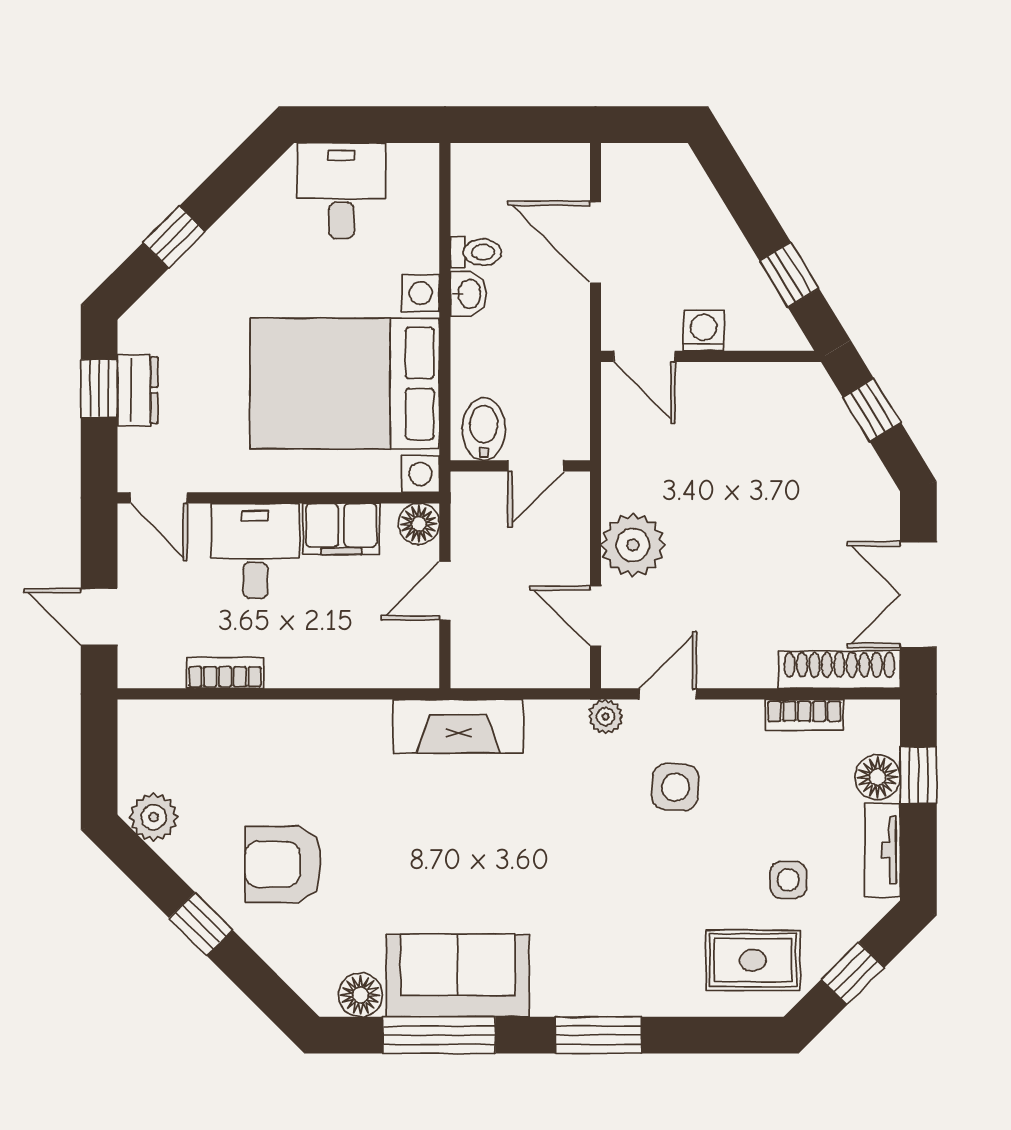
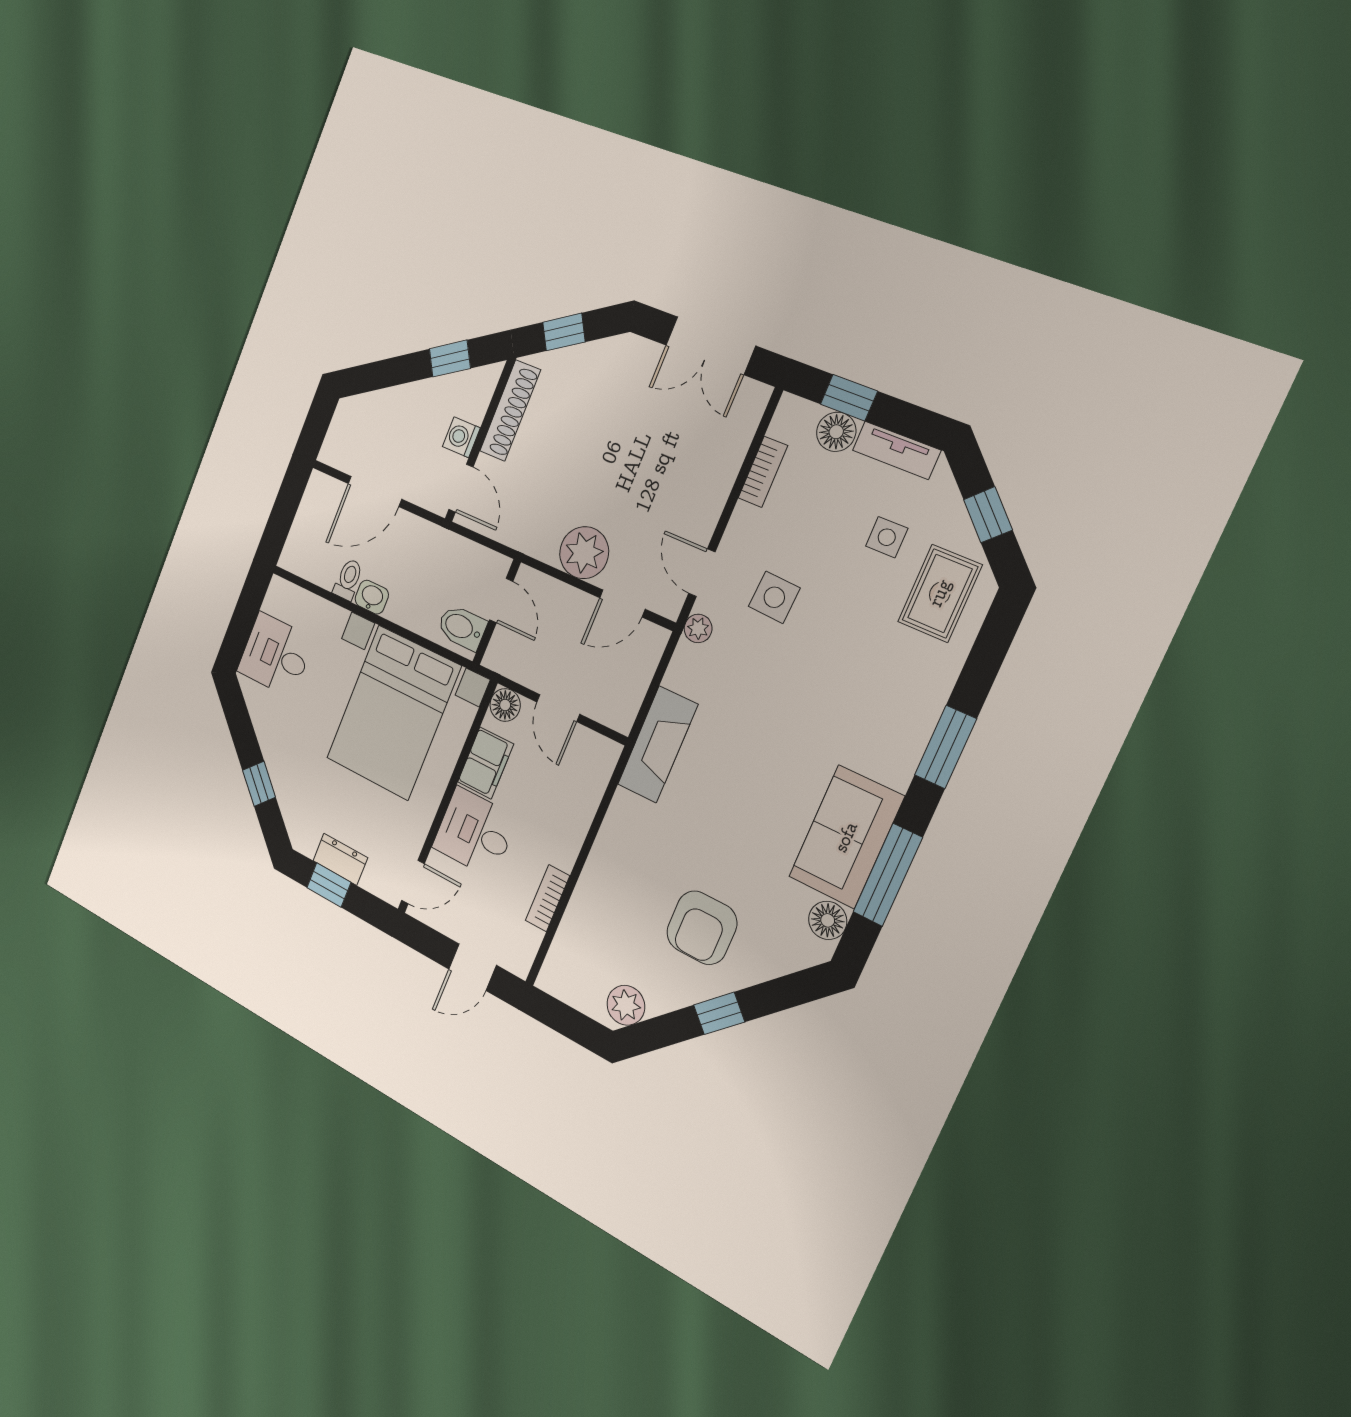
door: (644, 356) -> (461, 488), hinge flipped
shoe rack: (839, 670) -> (510, 411), moved, turned 180

